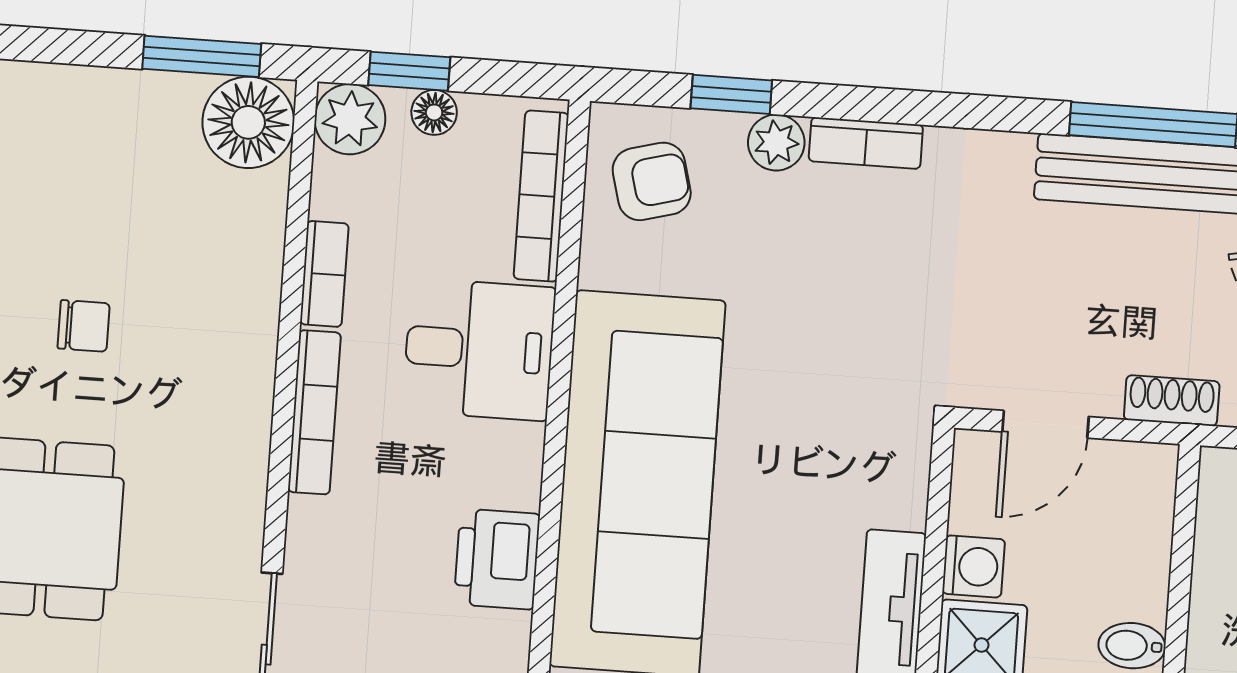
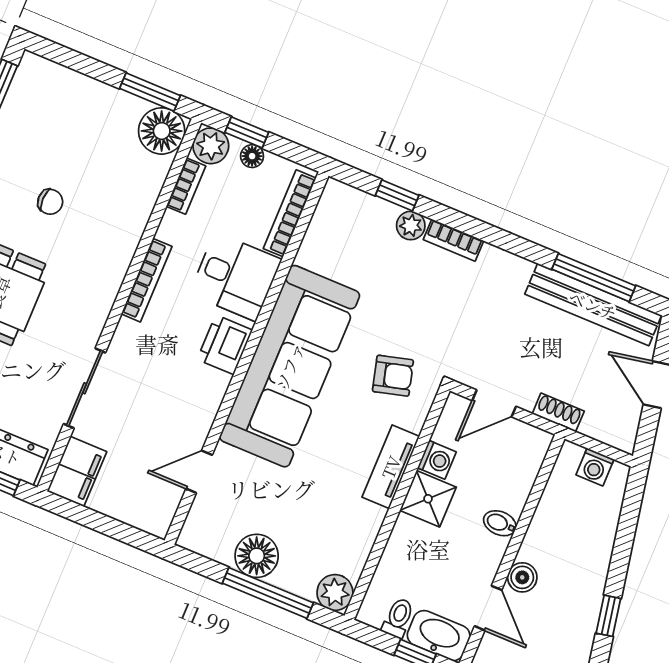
armchair: (652, 181) -> (393, 376), moved
bookcase: (324, 274) -> (186, 186), moved
printer: (497, 559) -> (225, 345), moved

